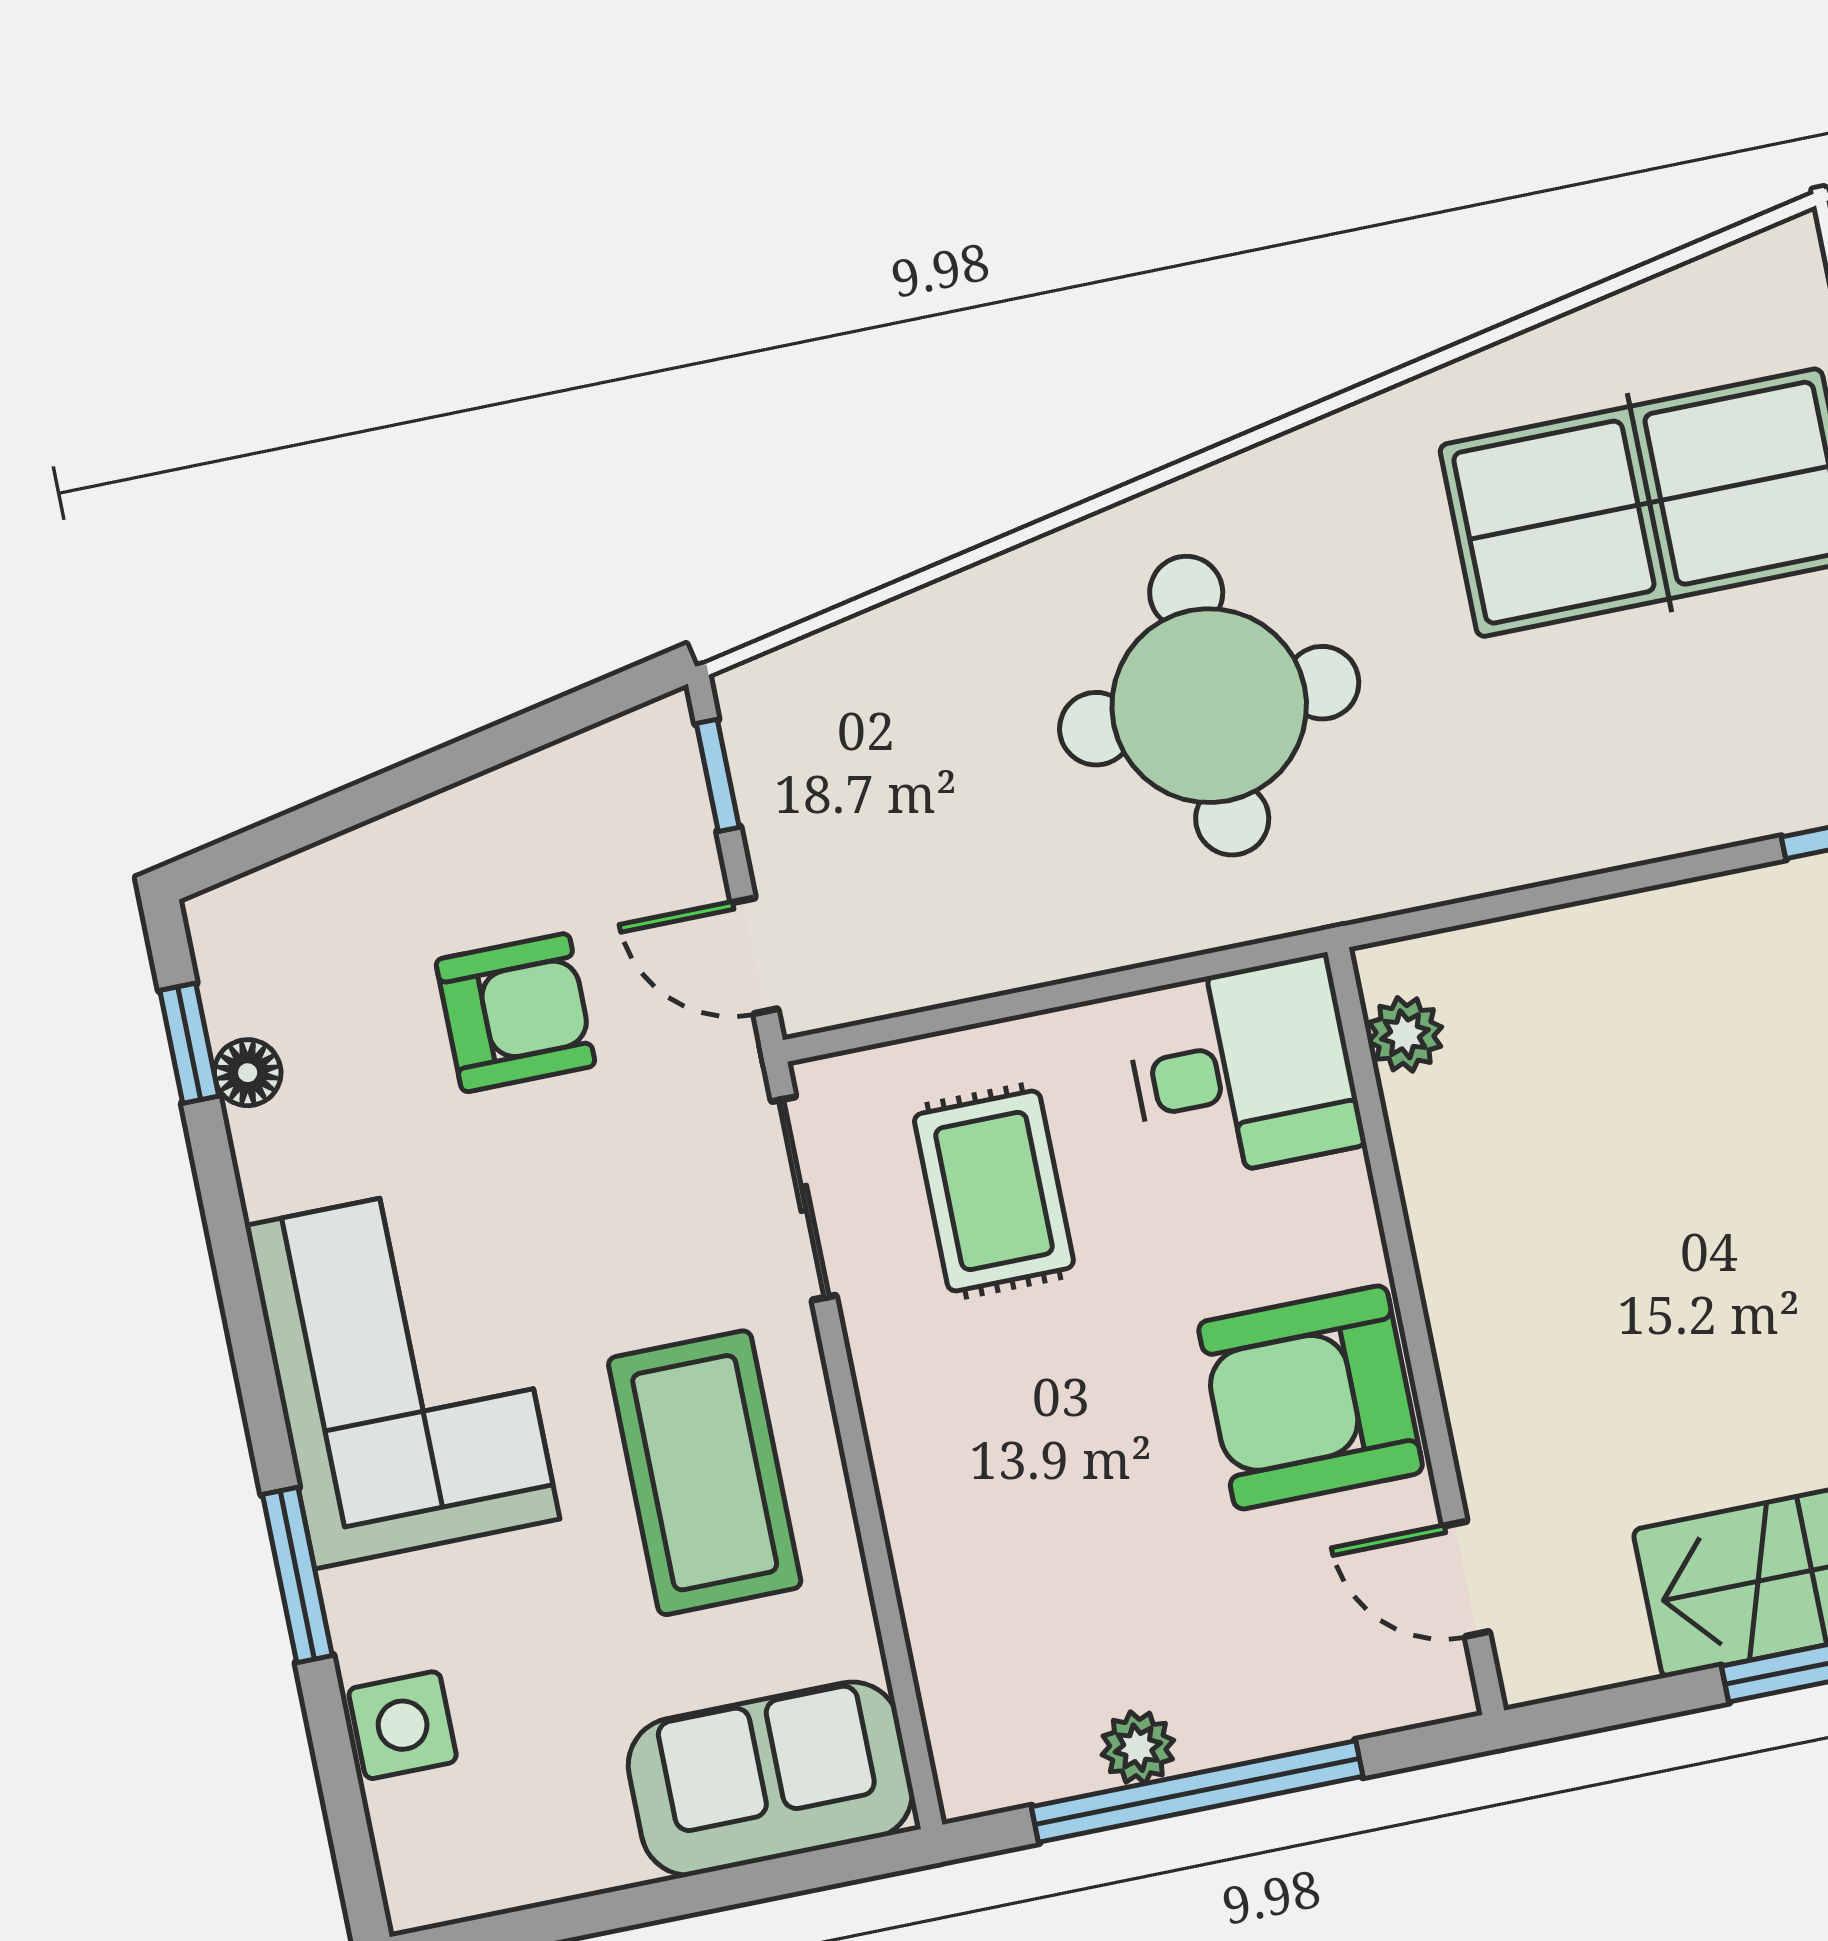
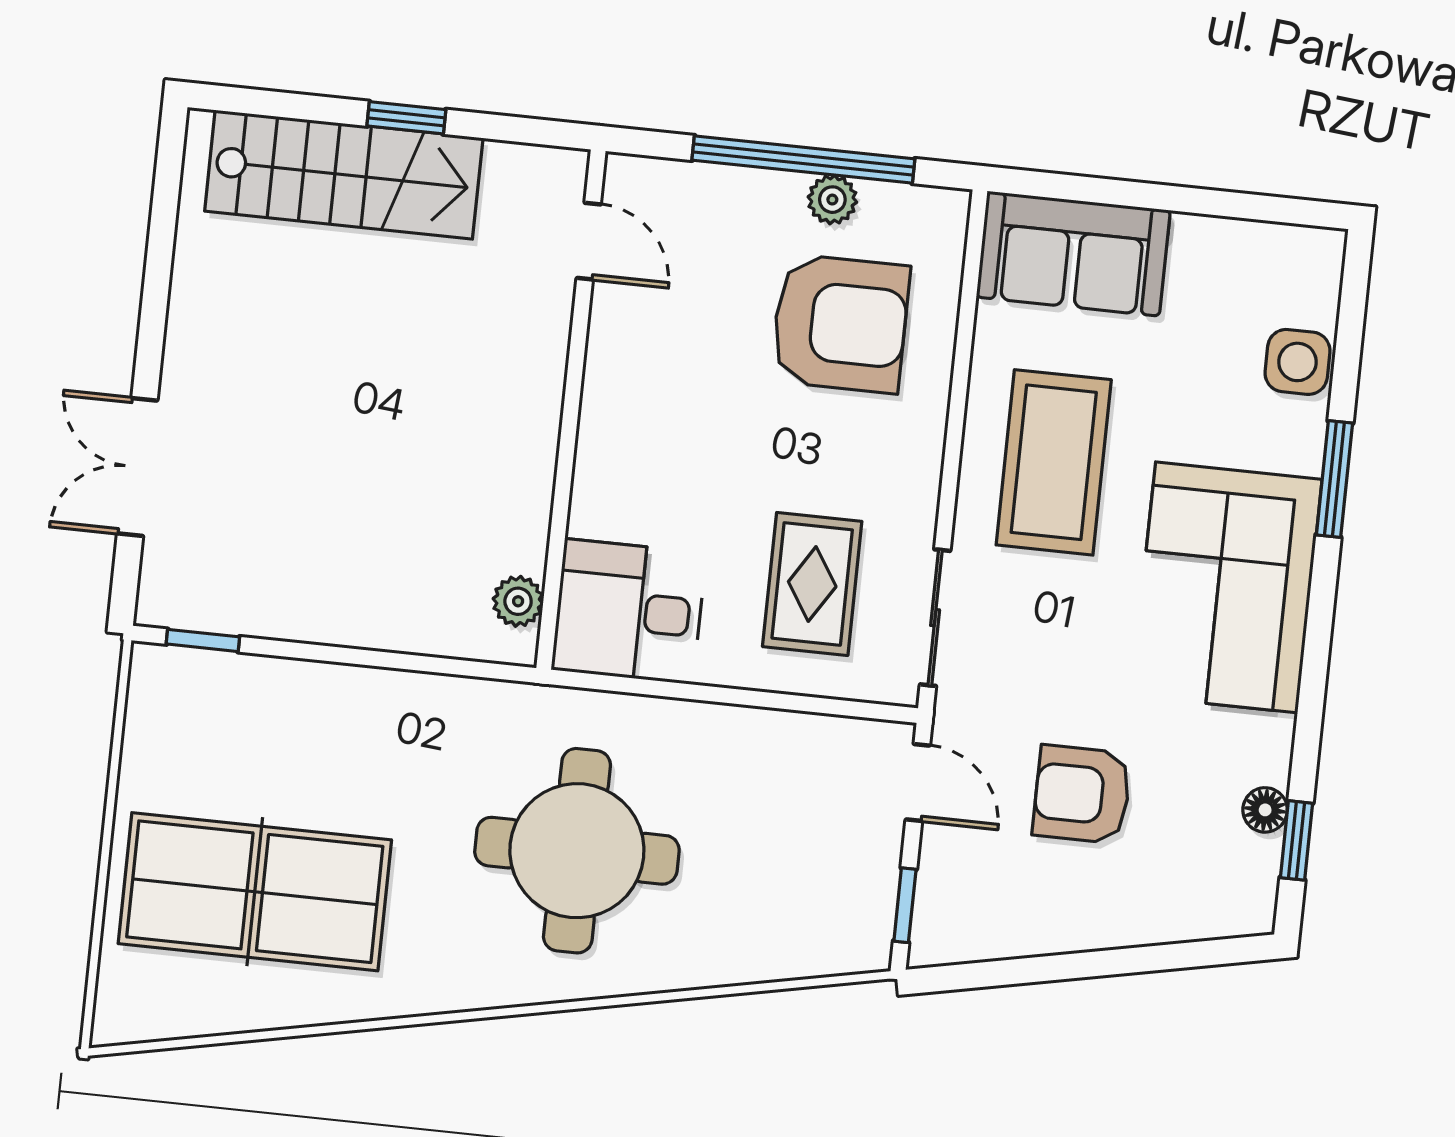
armchair: (1311, 1397) -> (840, 324), moved

